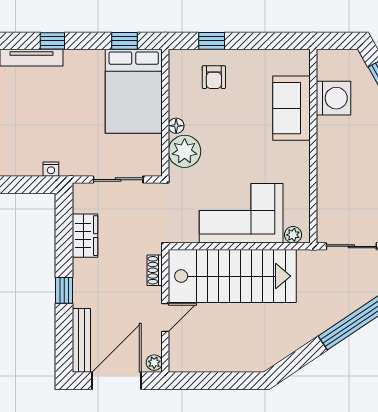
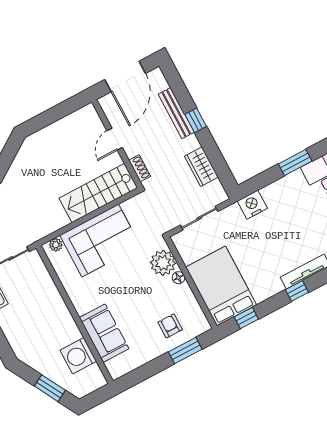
window: (212, 41) -> (185, 350), width x1.50
nightstand: (51, 169) -> (252, 205), width x1.89, depth x1.79
stairs: (232, 276) -> (98, 193), width x0.73, depth x0.66
bench: (81, 340) -> (176, 113), moved
plant: (154, 363) -> (105, 103), removed

